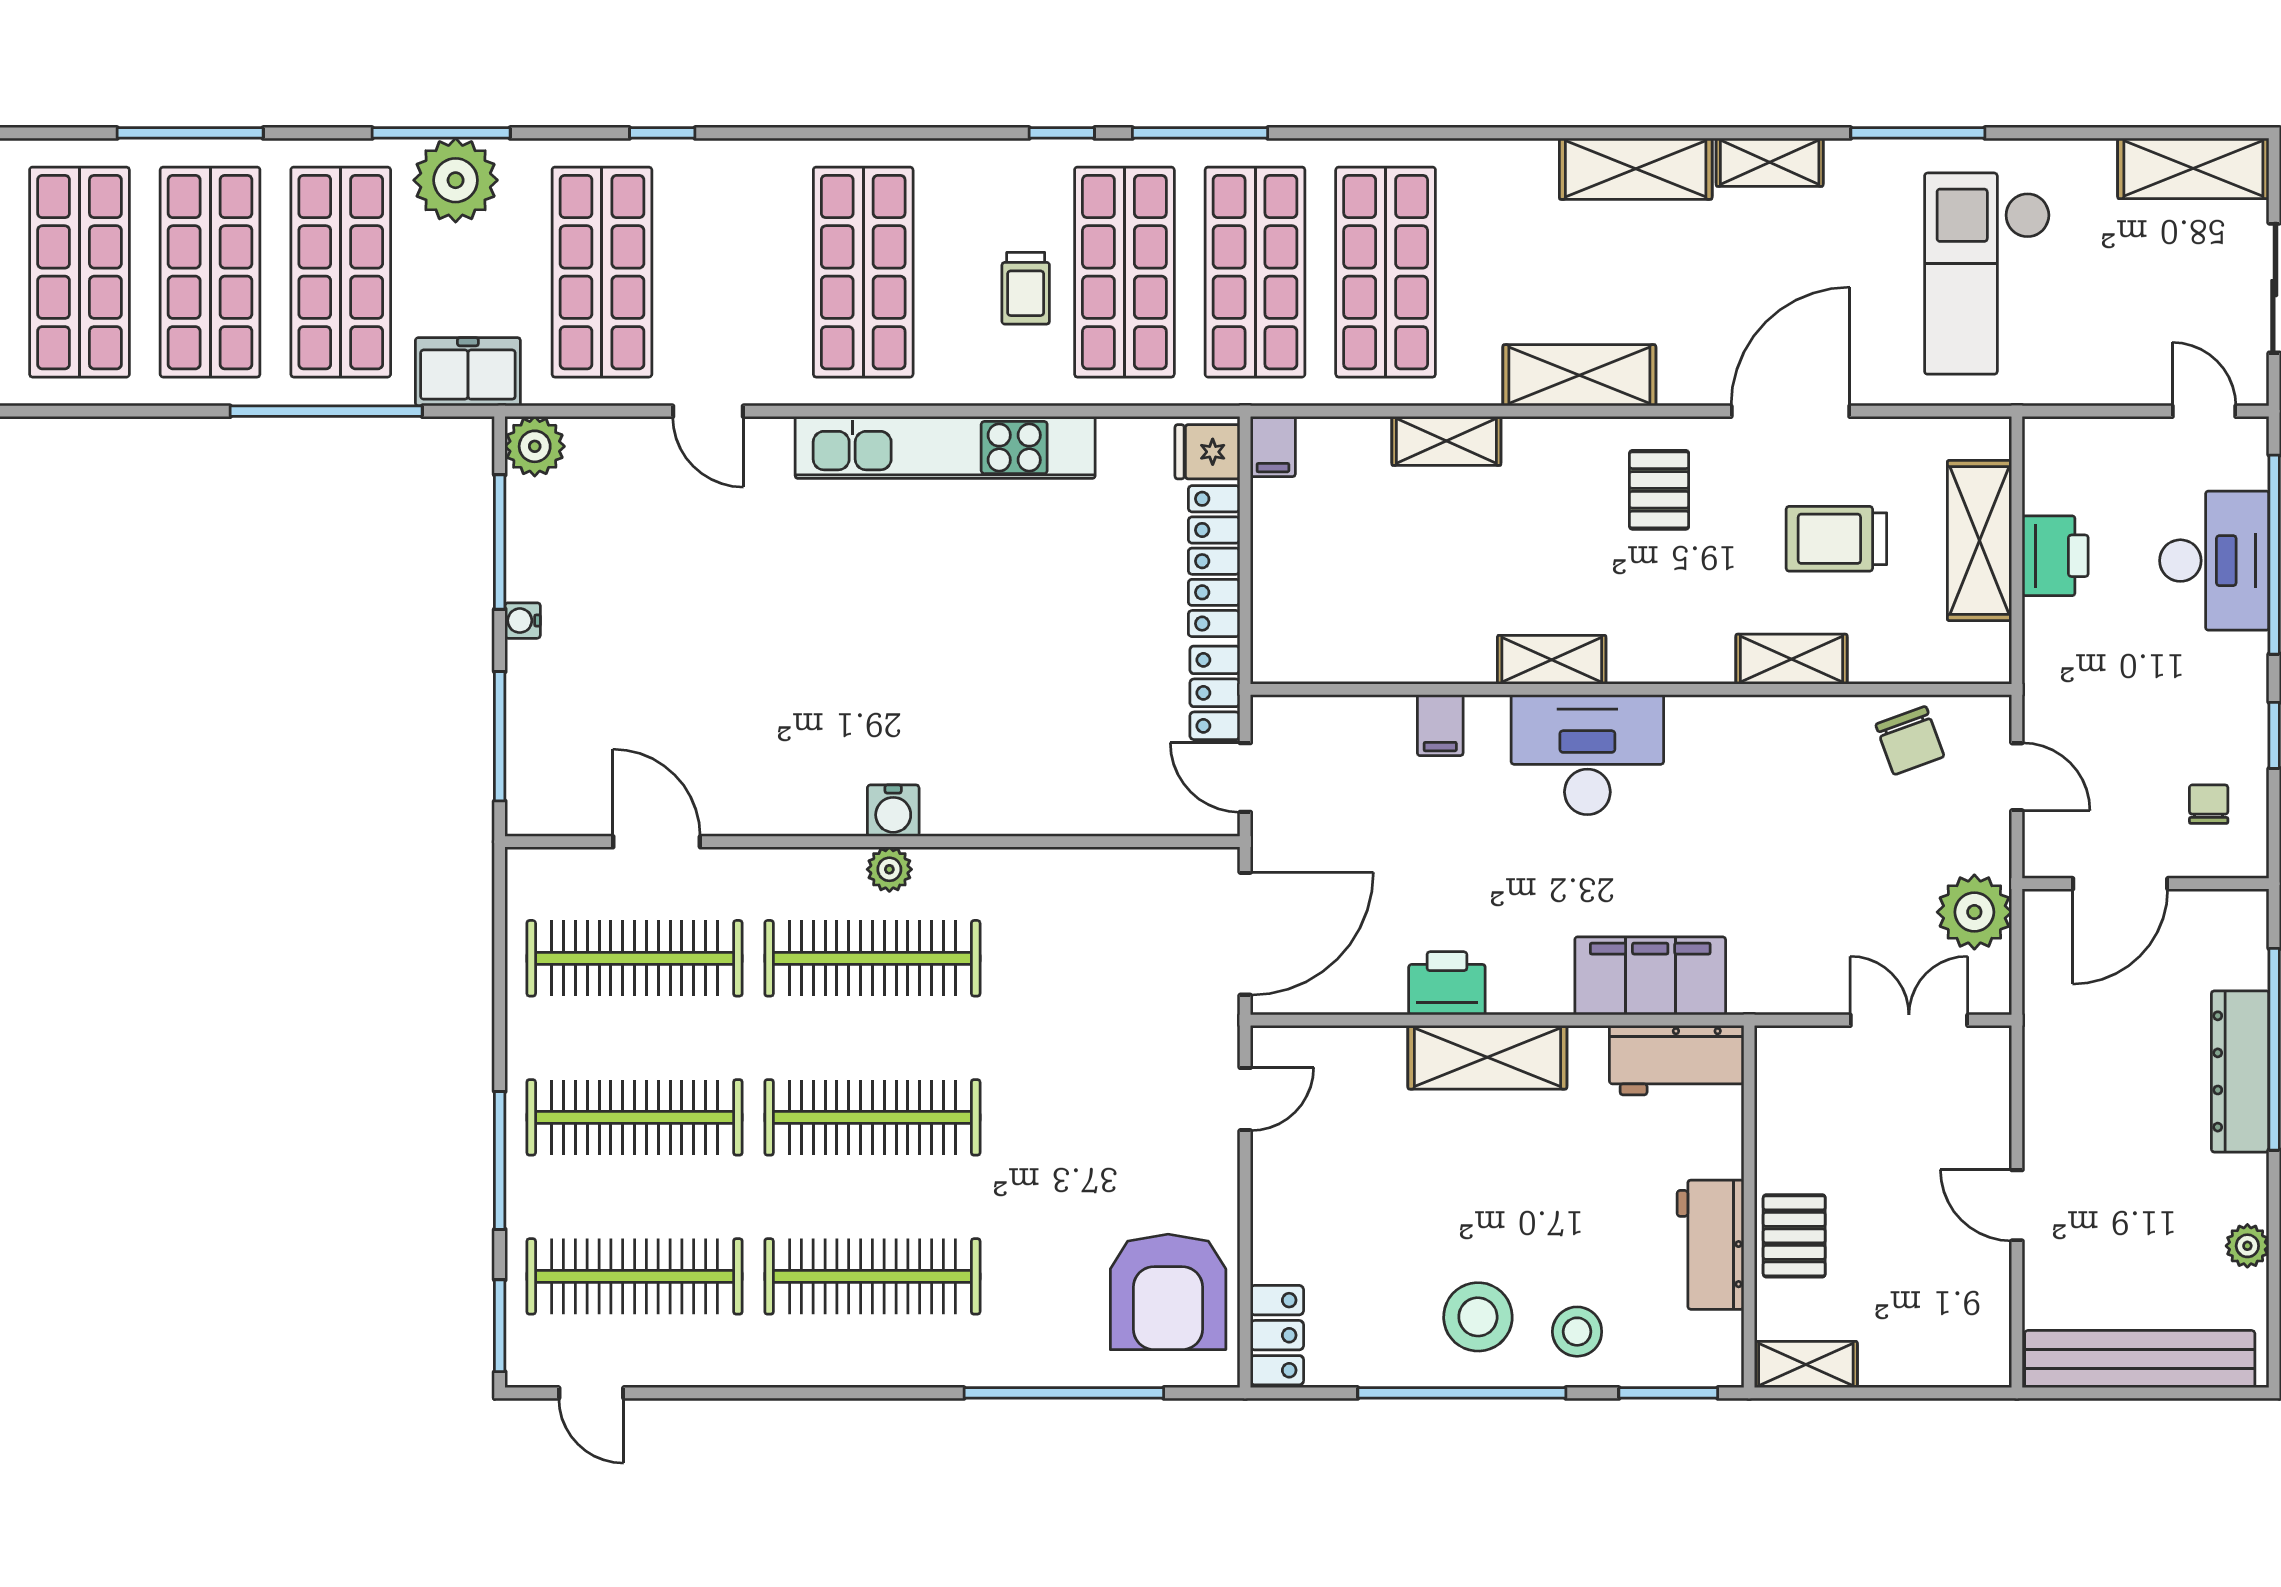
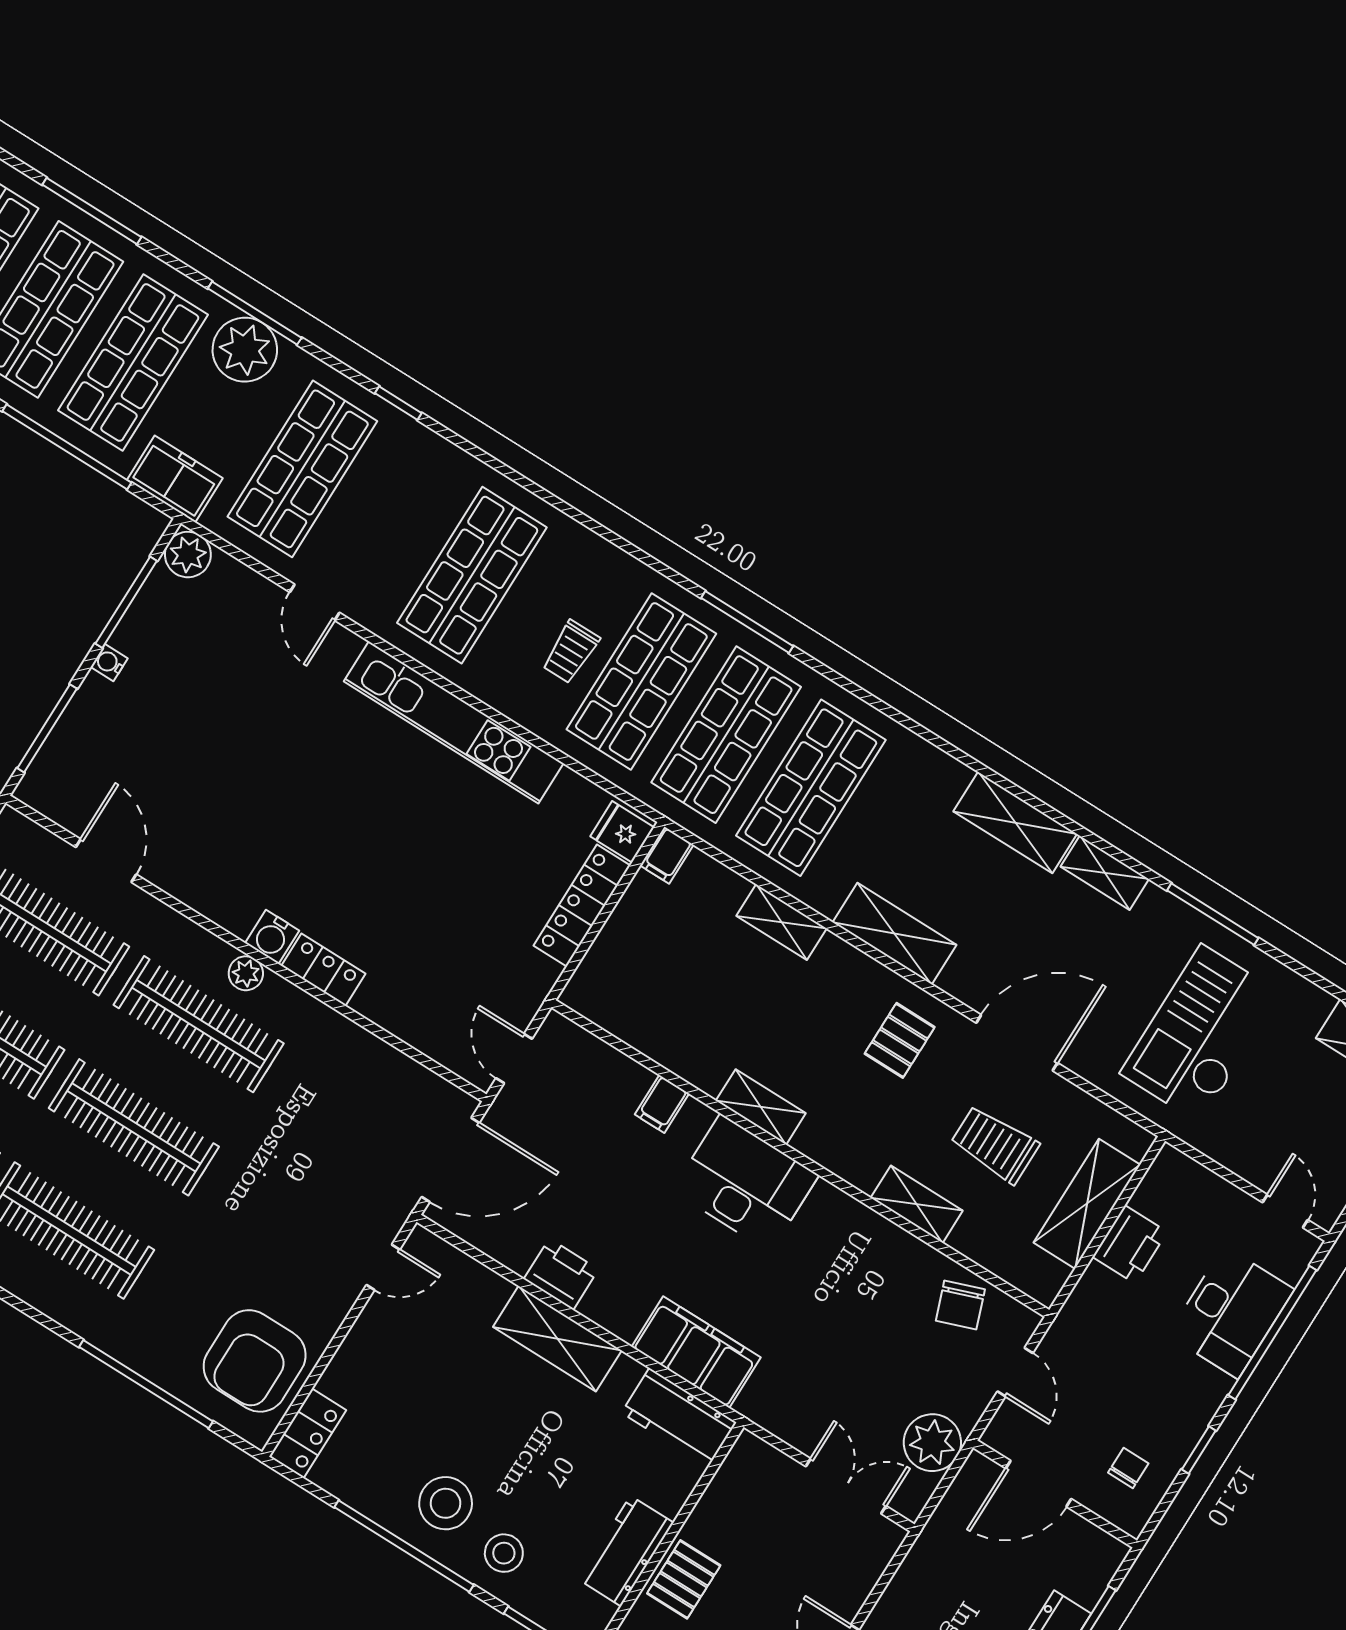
window: (1062, 133) -> (657, 566), removed
locker: (1215, 693) -> (323, 970), moved, turned 90

